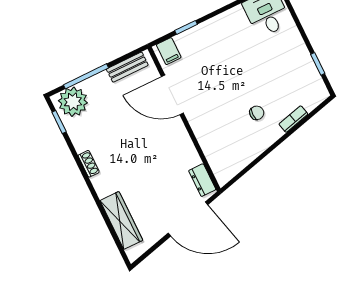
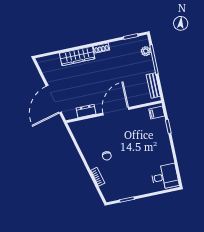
door: (172, 95) -> (116, 111), moved
plant: (73, 102) -> (146, 51), width x0.53, depth x0.53
dresser: (202, 180) -> (86, 111), moved
wardrobe: (121, 220) -> (77, 56), moved

